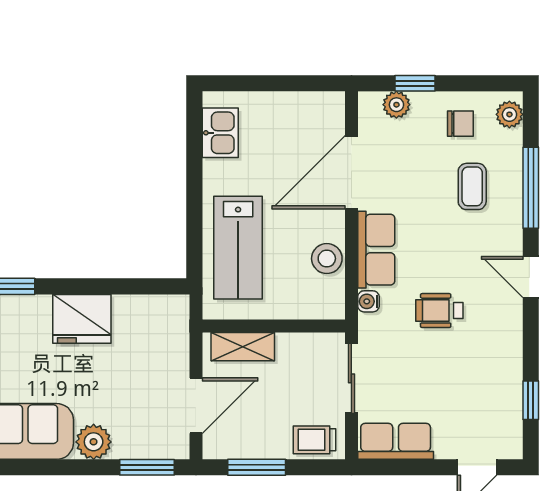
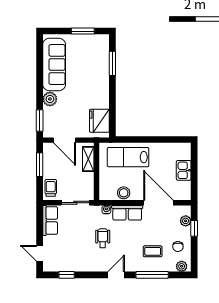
kitchen sink: (220, 133) -> (184, 170), moved, turned 90
fridge: (82, 319) -> (99, 121), moved

